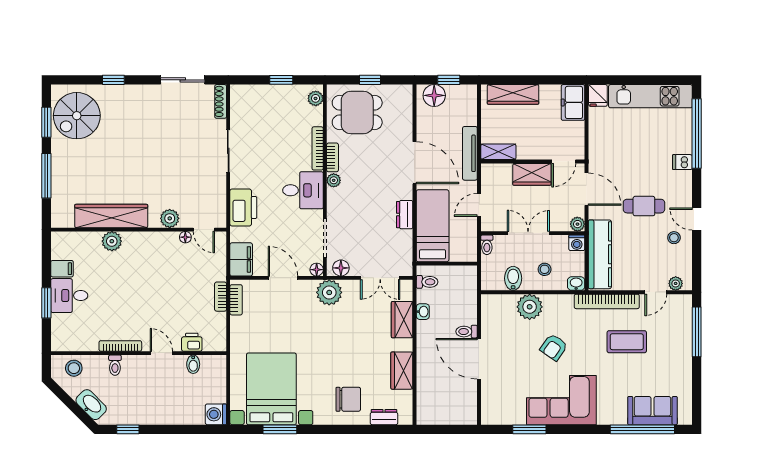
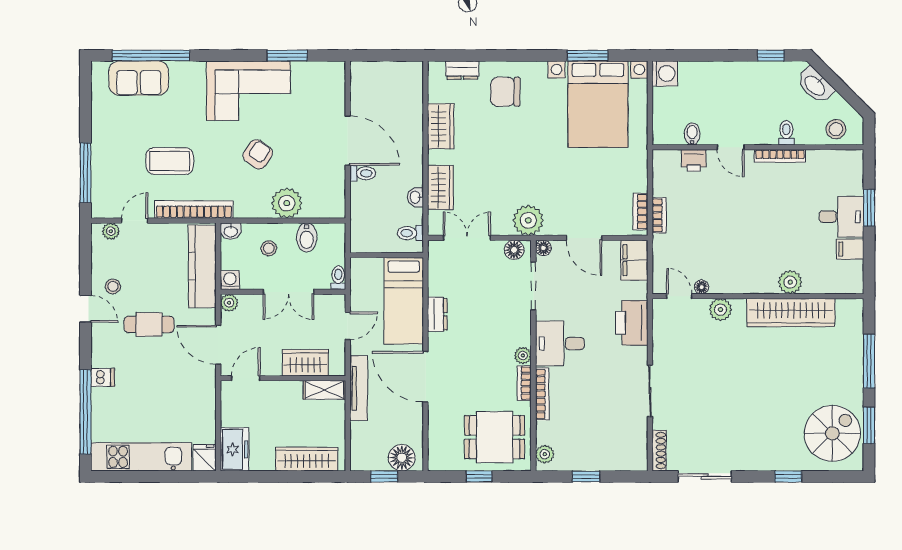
wardrobe: (532, 174) -> (305, 363), moved

